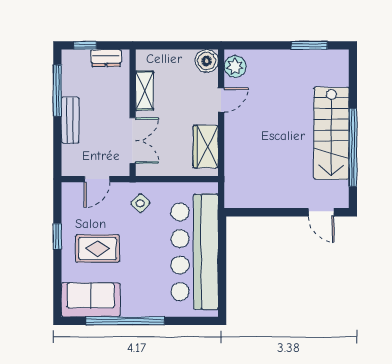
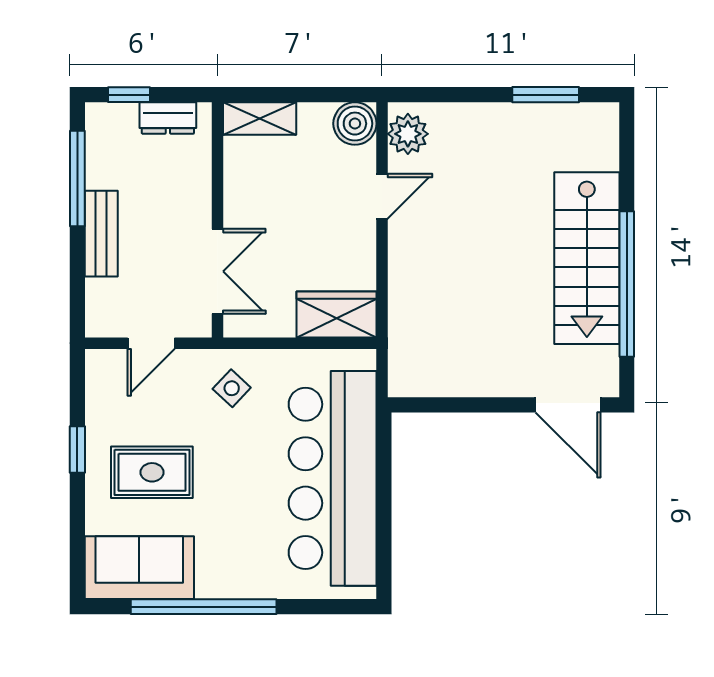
shelving: (145, 91) -> (260, 119), moved, turned 90
wardrobe: (206, 147) -> (337, 314), moved, turned 90
door: (321, 212) -> (568, 405), width x1.38

